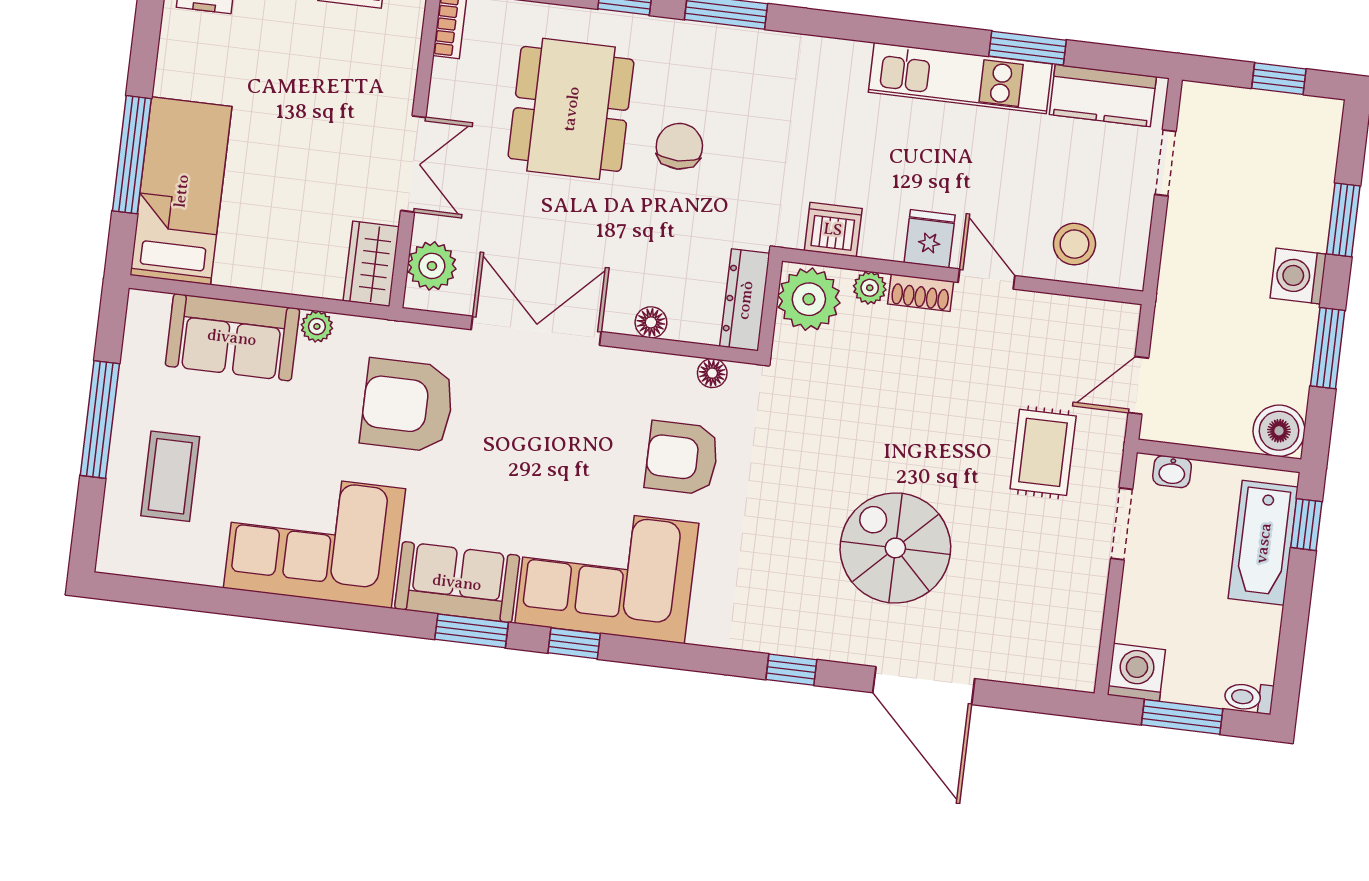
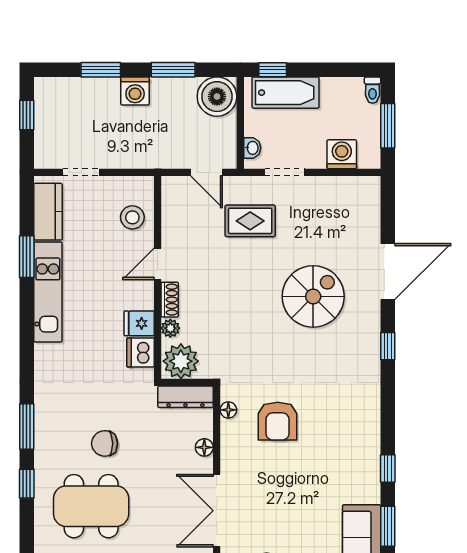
fridge: (930, 239) -> (139, 323), moved
boiler: (1279, 431) -> (217, 97), width x1.37, depth x1.37
spiral stairs: (895, 548) -> (313, 296), turned 180
corner sofa: (607, 573) -> (347, 455), removed
washing machine: (1136, 672) -> (342, 154), moved, turned 90

